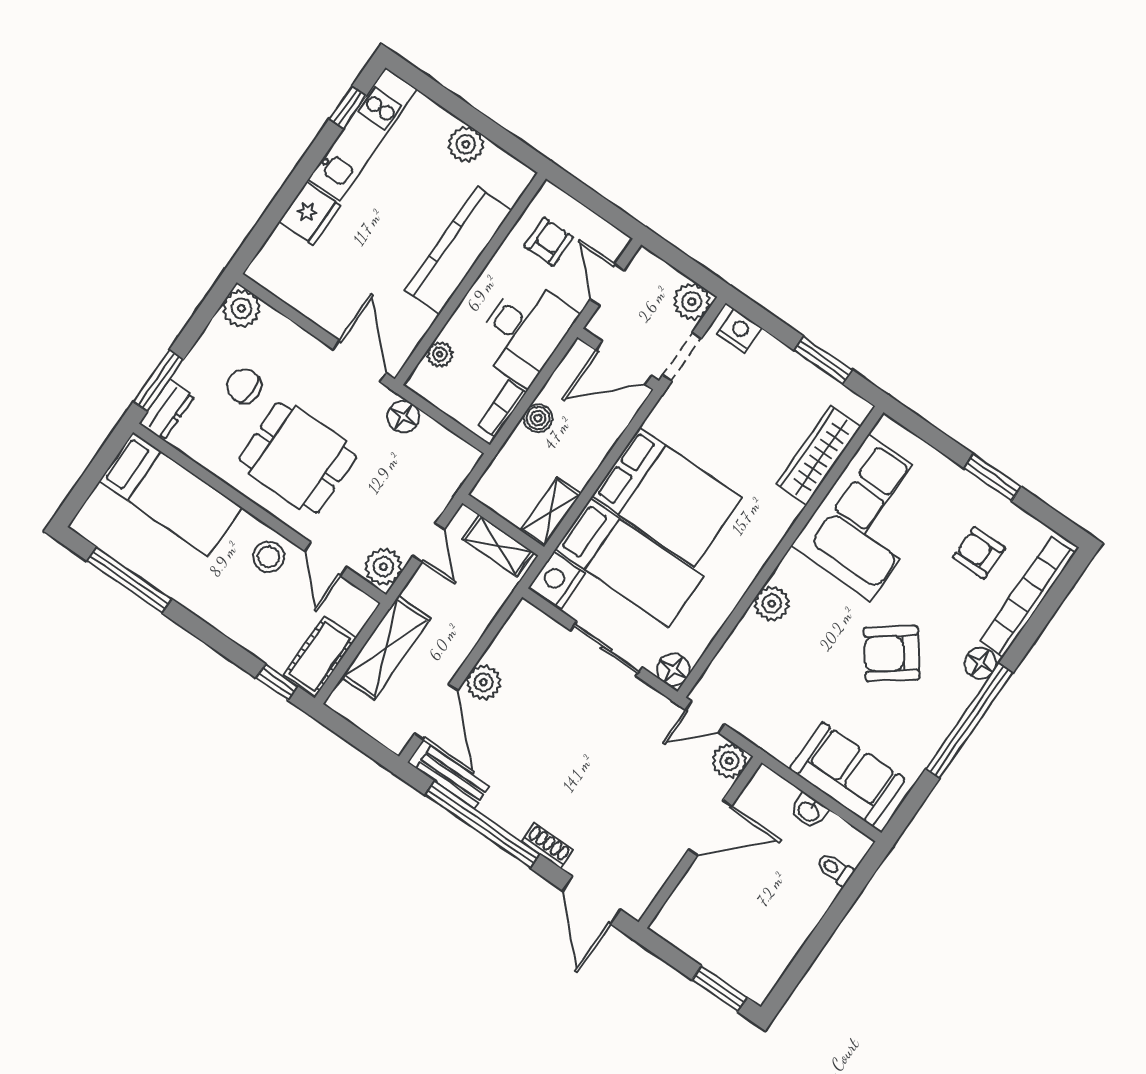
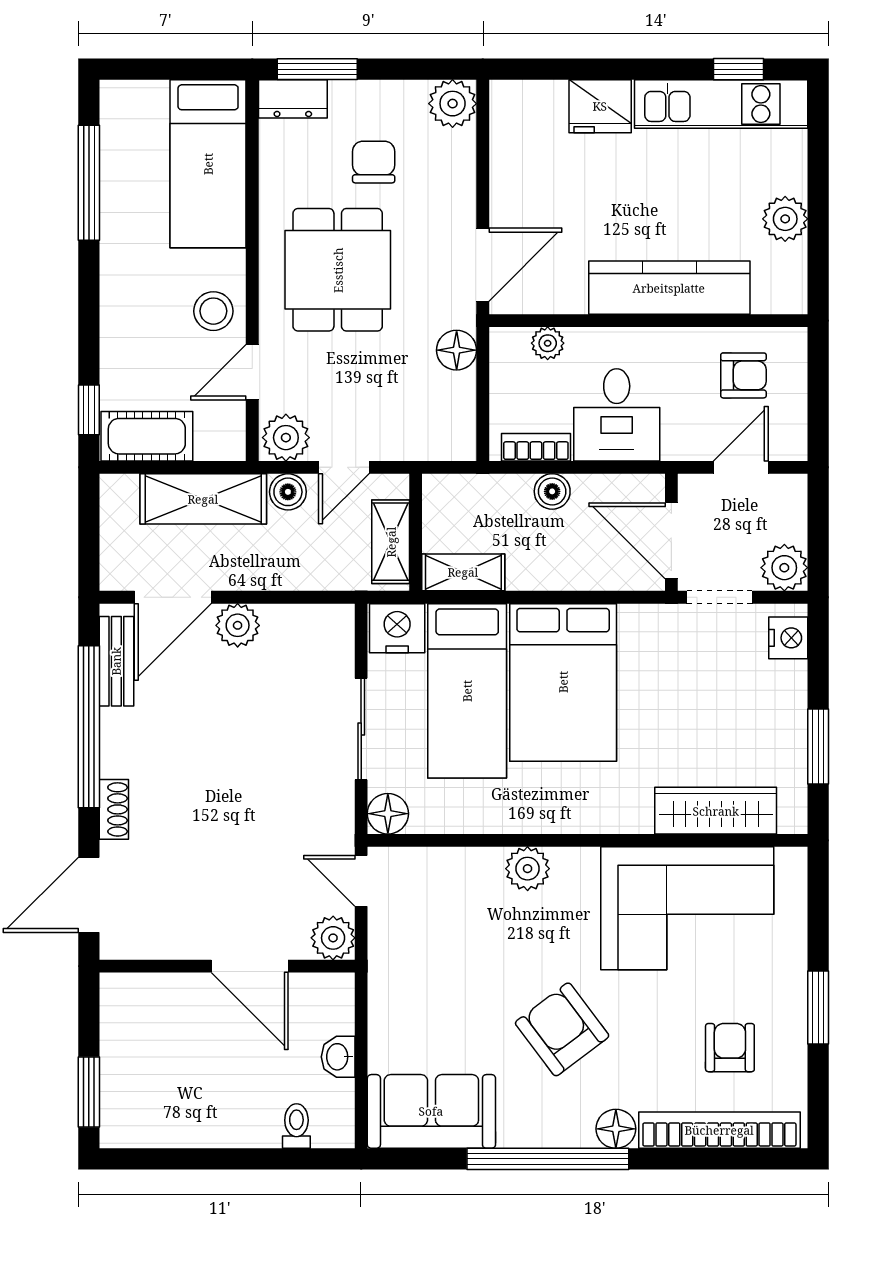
desk: (524, 331) -> (617, 415), width x0.73
boiler: (420, 590) -> (288, 492), added
sofa: (847, 774) -> (431, 1111), moved, turned -90

